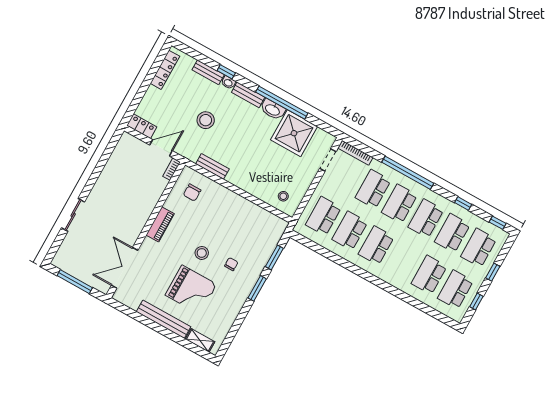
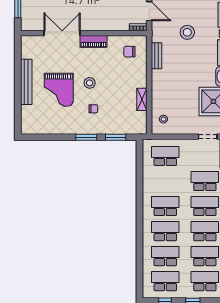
school desk: (350, 231) -> (165, 231), moved
double door: (125, 268) -> (62, 33), moved
shelving: (200, 340) -> (142, 99), moved

